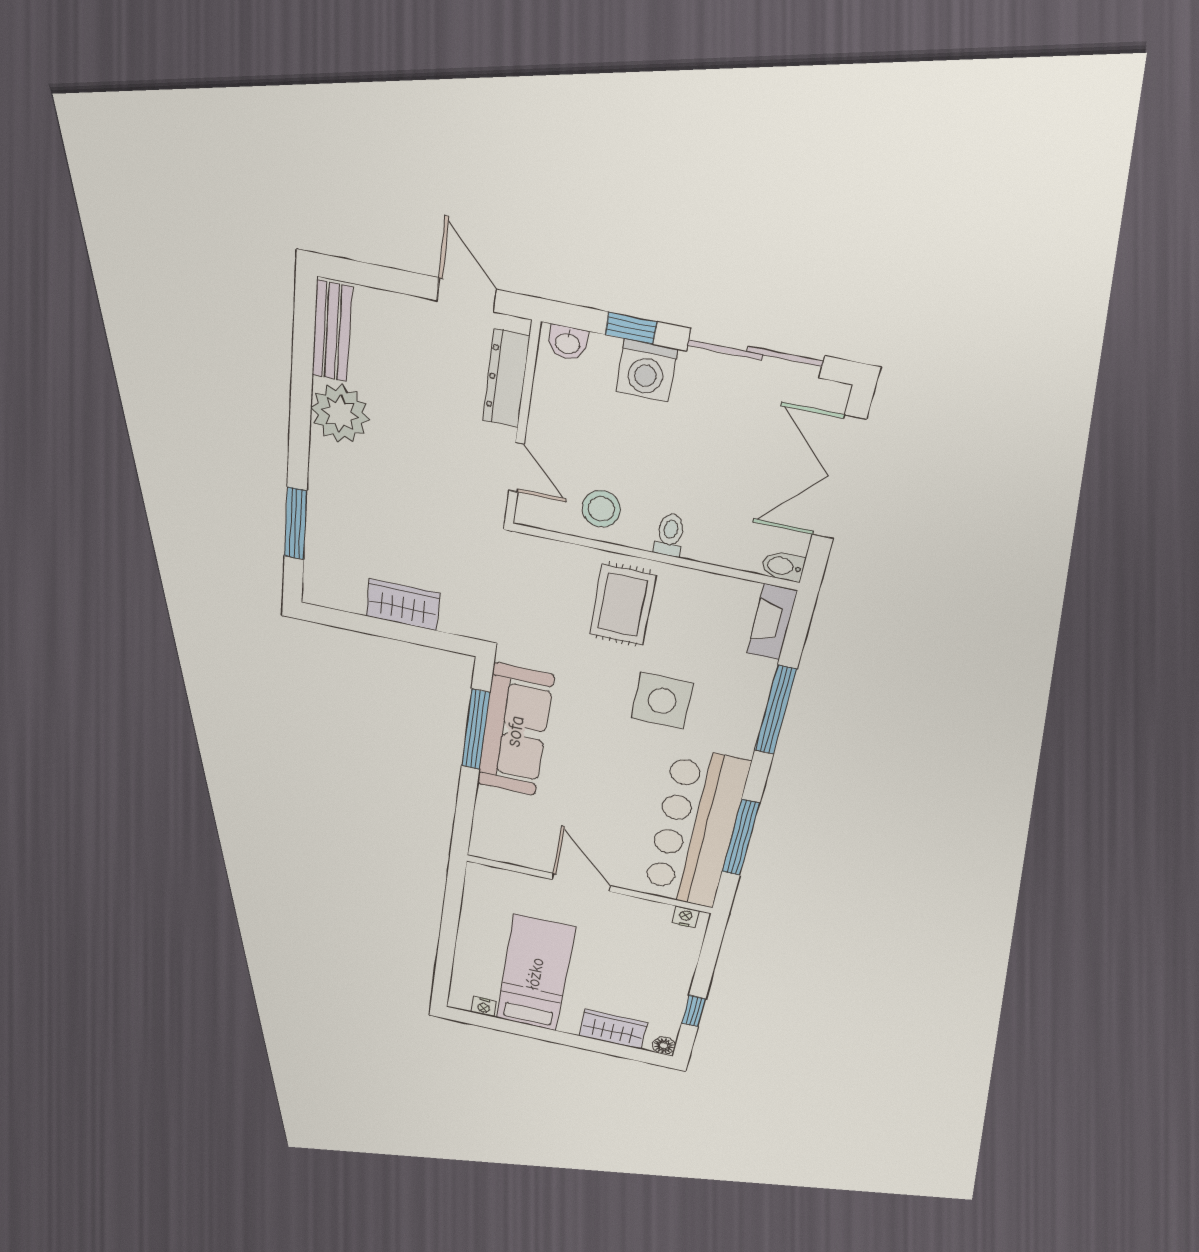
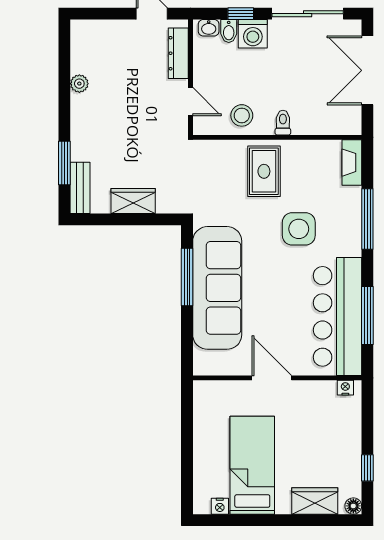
bench: (332, 331) -> (80, 188), moved
plant: (340, 414) -> (79, 84), width x0.53, depth x0.53
bidet: (783, 566) -> (229, 31), moved, turned -90
sofa: (515, 731) -> (217, 288), width x1.36, depth x1.27

